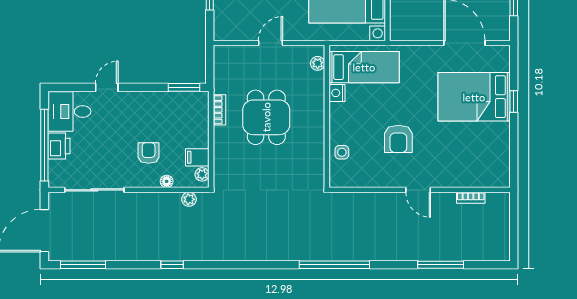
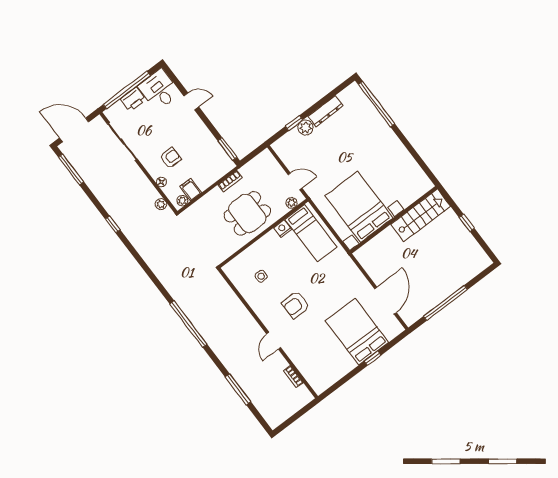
plant: (318, 63) -> (292, 203), moved
bed: (364, 67) -> (311, 233), moved
nightstand: (337, 93) -> (282, 229), moved
wall: (327, 116) -> (263, 233), moved

